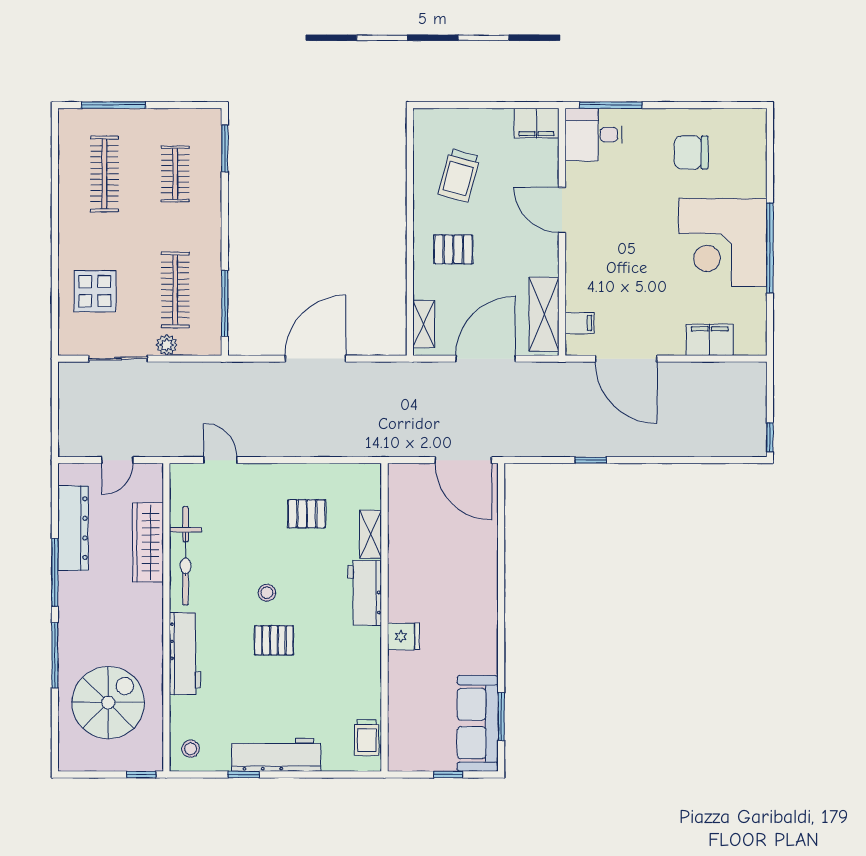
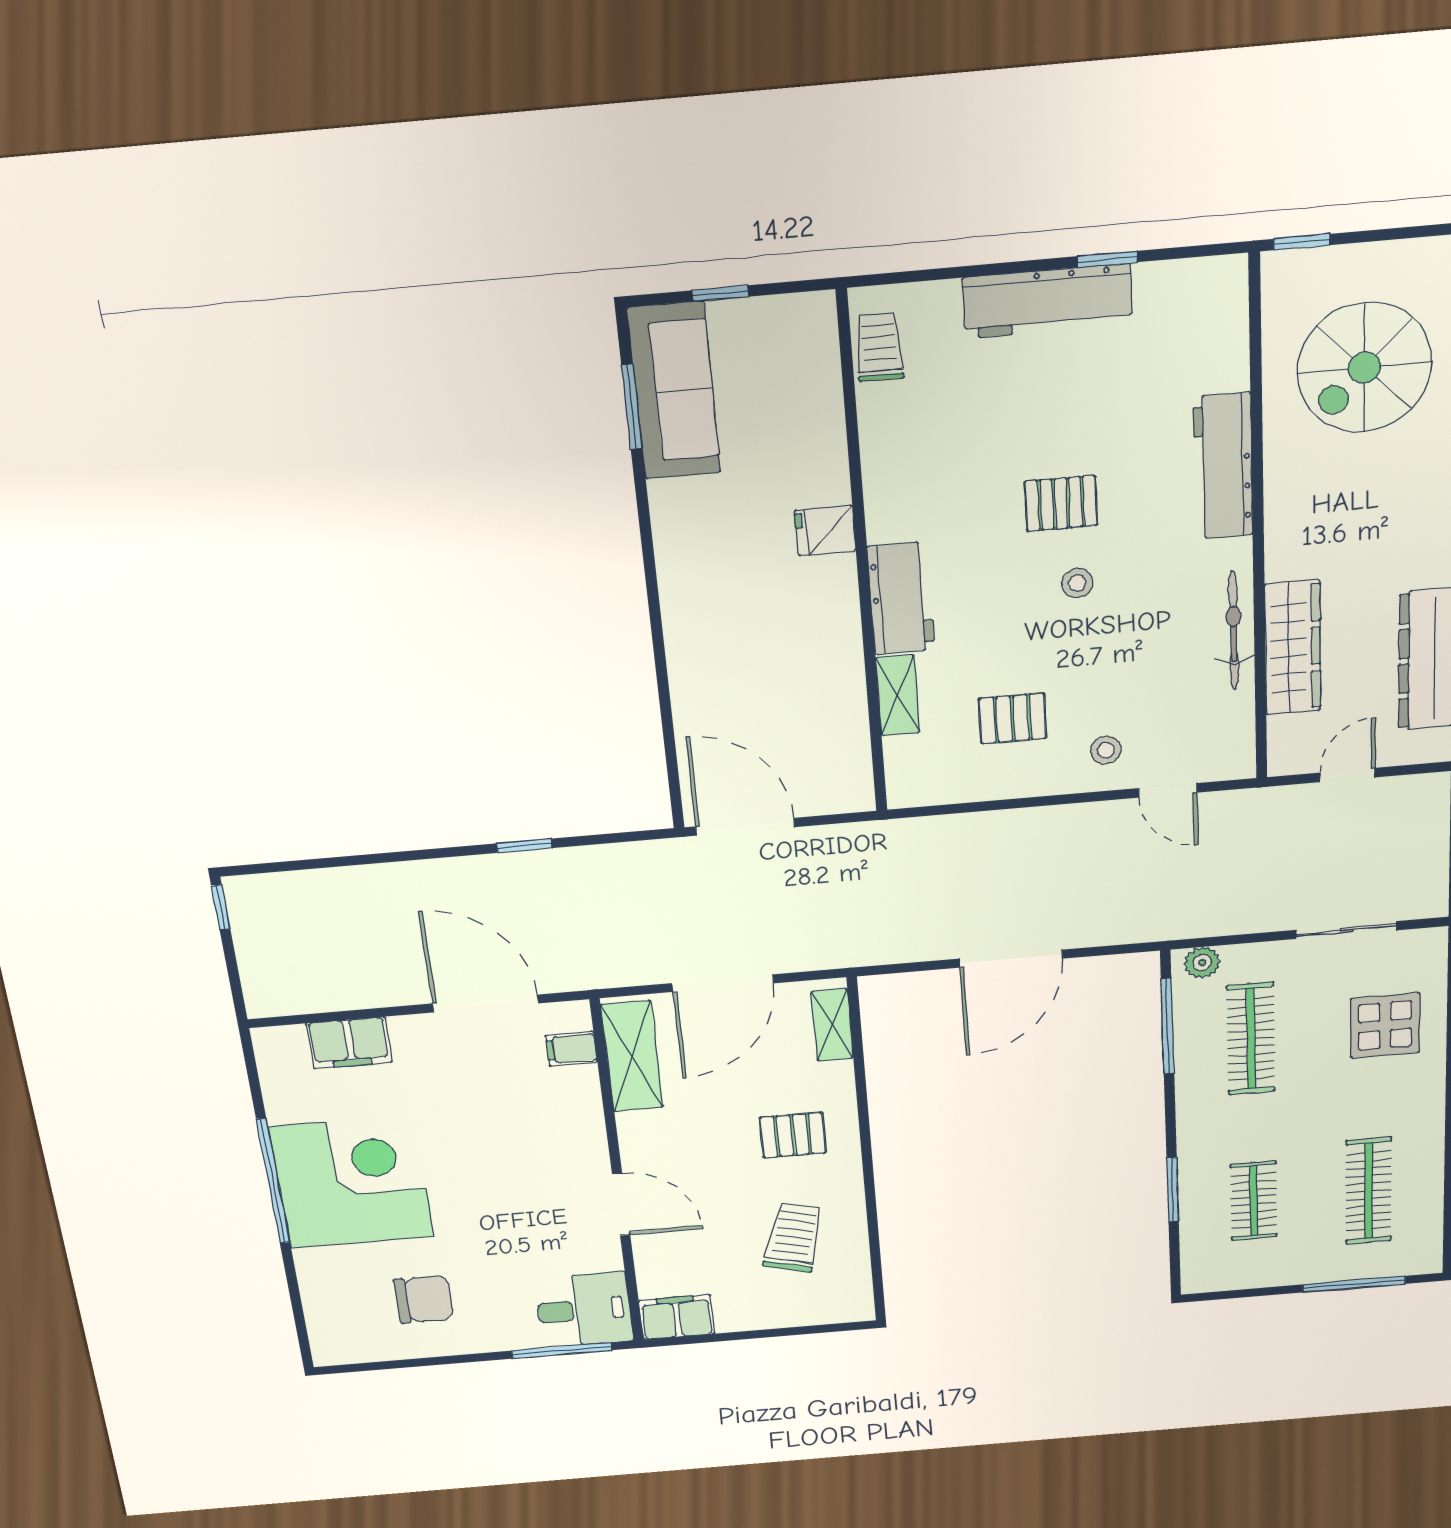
window: (225, 148) -> (1173, 1190), moved
plant: (167, 345) -> (1202, 963), moved
bicycle: (186, 556) -> (1234, 631), width x0.73, depth x0.71
stool: (191, 749) -> (1106, 750), moved

